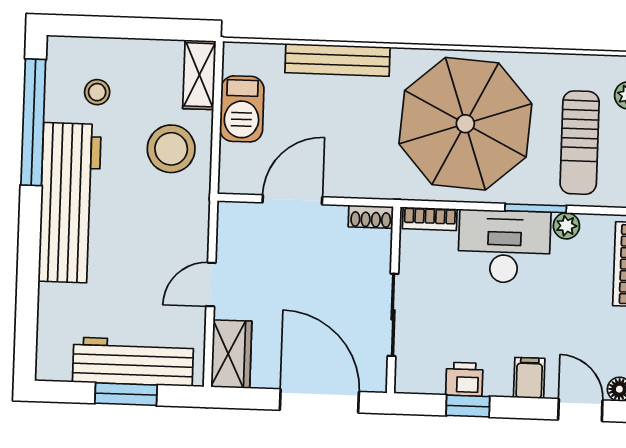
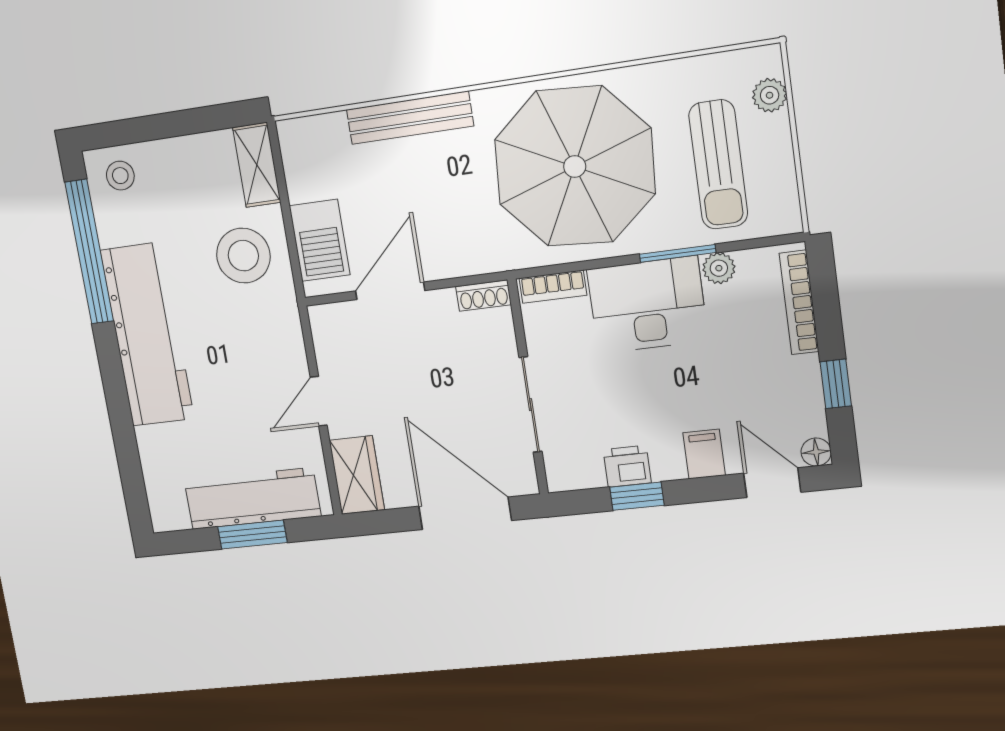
stool: (97, 92) -> (120, 176), moved
barbecue: (242, 109) -> (320, 240), moved

